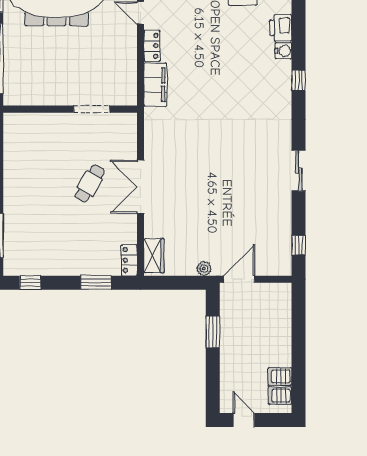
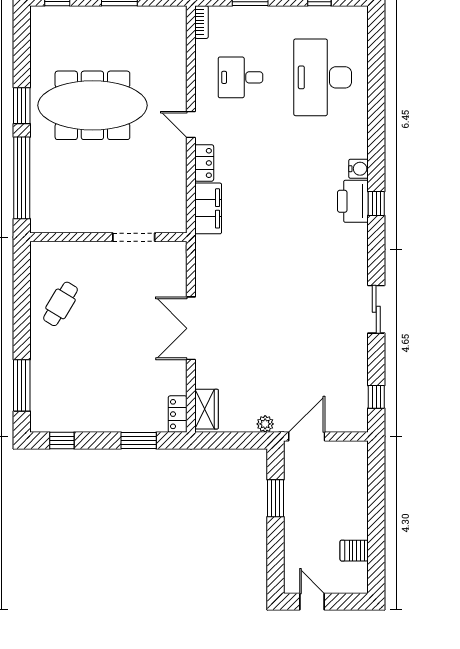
printer: (281, 28) -> (353, 201), moved, width x1.37, depth x1.19
cafe table: (90, 184) -> (60, 304), moved
server rack: (280, 396) -> (354, 573), removed

